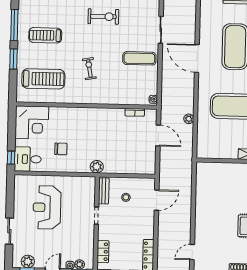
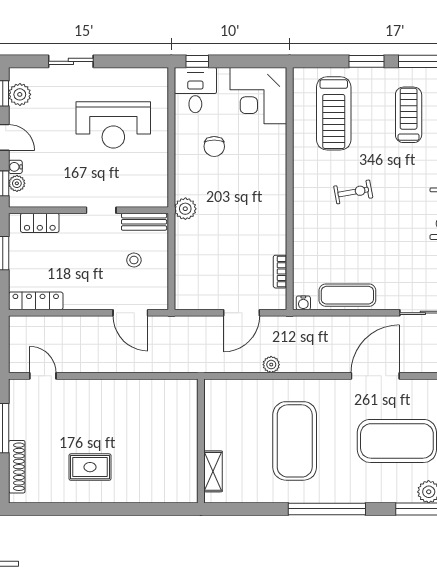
exercise mat: (139, 58) -> (347, 295), moved, turned 90
reception desk: (47, 207) -> (113, 125), turned 180

